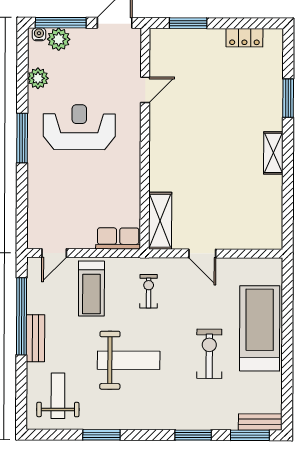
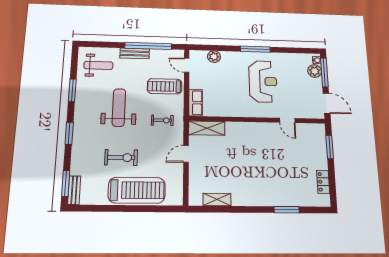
plant: (38, 78) -> (214, 57), moved
shelving: (273, 153) -> (217, 200), moved
weight bench: (129, 360) -> (119, 108), turned 180
window: (193, 435) -> (69, 133), moved

